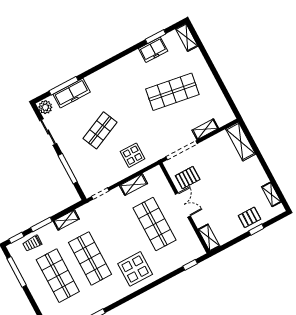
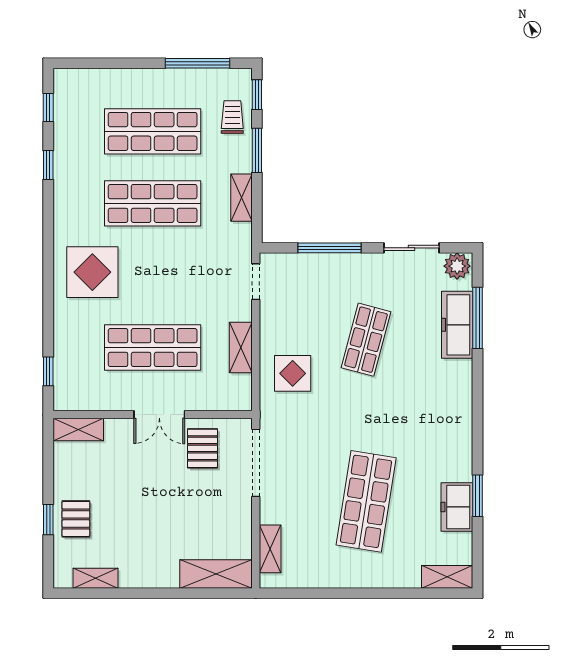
window: (156, 37) -> (478, 496), moved
shelving: (205, 129) -> (270, 549), moved
shop shelf: (100, 130) -> (366, 340), turned 39

